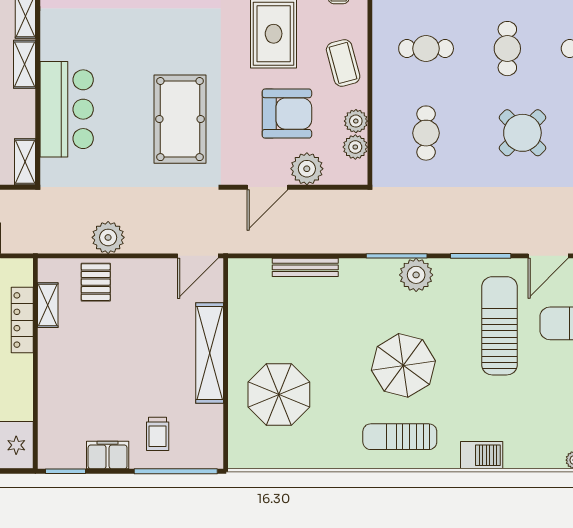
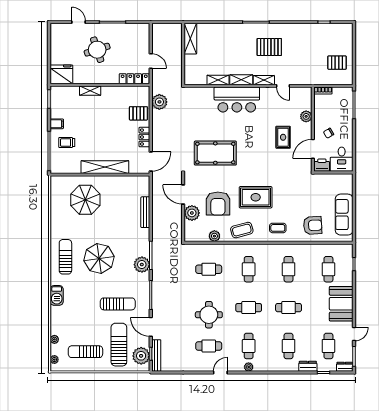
bar counter: (67, 109) -> (237, 100), moved
round table: (522, 133) -> (209, 315), turned 45
plant: (355, 147) -> (202, 236), removed
shelving: (25, 162) -> (218, 80), moved
plant: (108, 237) -> (159, 102), moved
door: (198, 256) -> (151, 162), swing flipped
locker: (146, 269) -> (144, 137), added
shelving: (48, 305) -> (90, 91), moved
locker: (22, 320) -> (134, 79), moved
sun lounger: (500, 326) -> (118, 304), width x0.73, depth x0.75
filing cabinet: (108, 455) -> (57, 124), width x0.50

